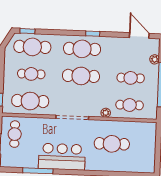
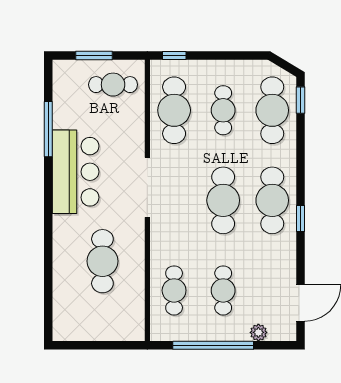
plant: (106, 113) -> (158, 248), removed

